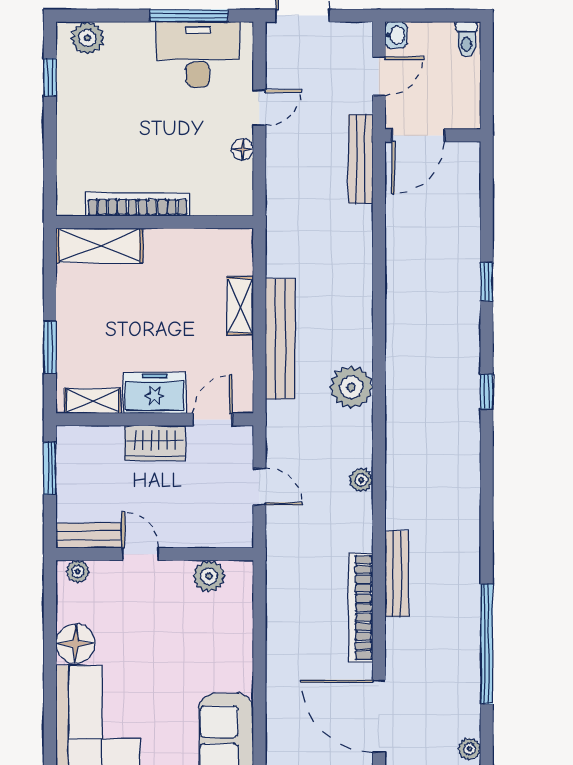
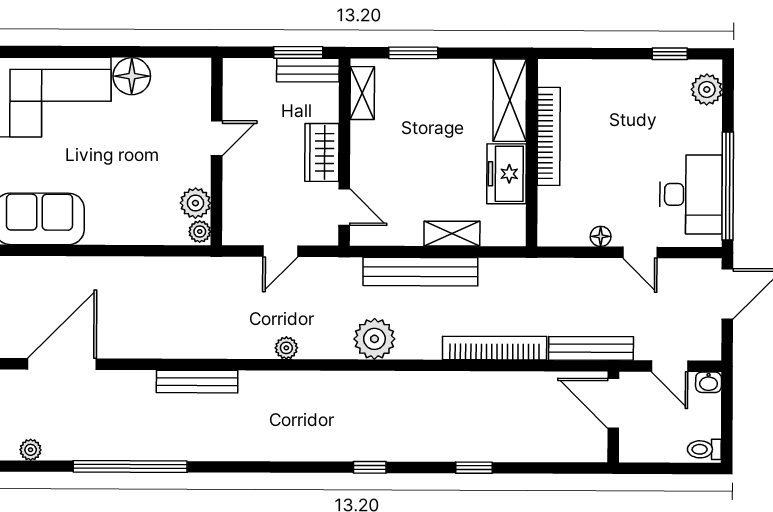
window: (189, 16) -> (728, 186), width x1.46
freezer: (155, 393) -> (507, 174), moved, turned 180
bench: (89, 536) -> (308, 70), moved, turned 90
plant: (78, 572) -> (200, 232), moved
bookcase: (361, 608) -> (495, 348), moved

